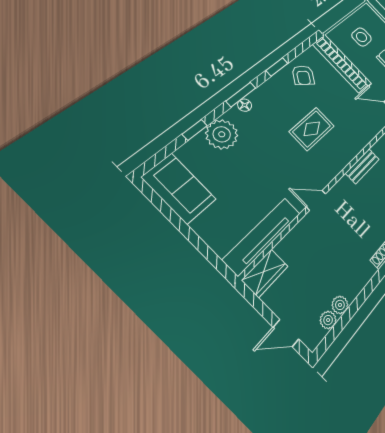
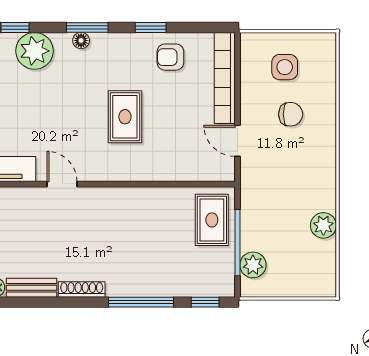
armchair: (303, 75) -> (170, 57), turned 55
rug: (312, 129) -> (125, 117), turned 90
bench: (362, 166) -> (31, 288), moved

